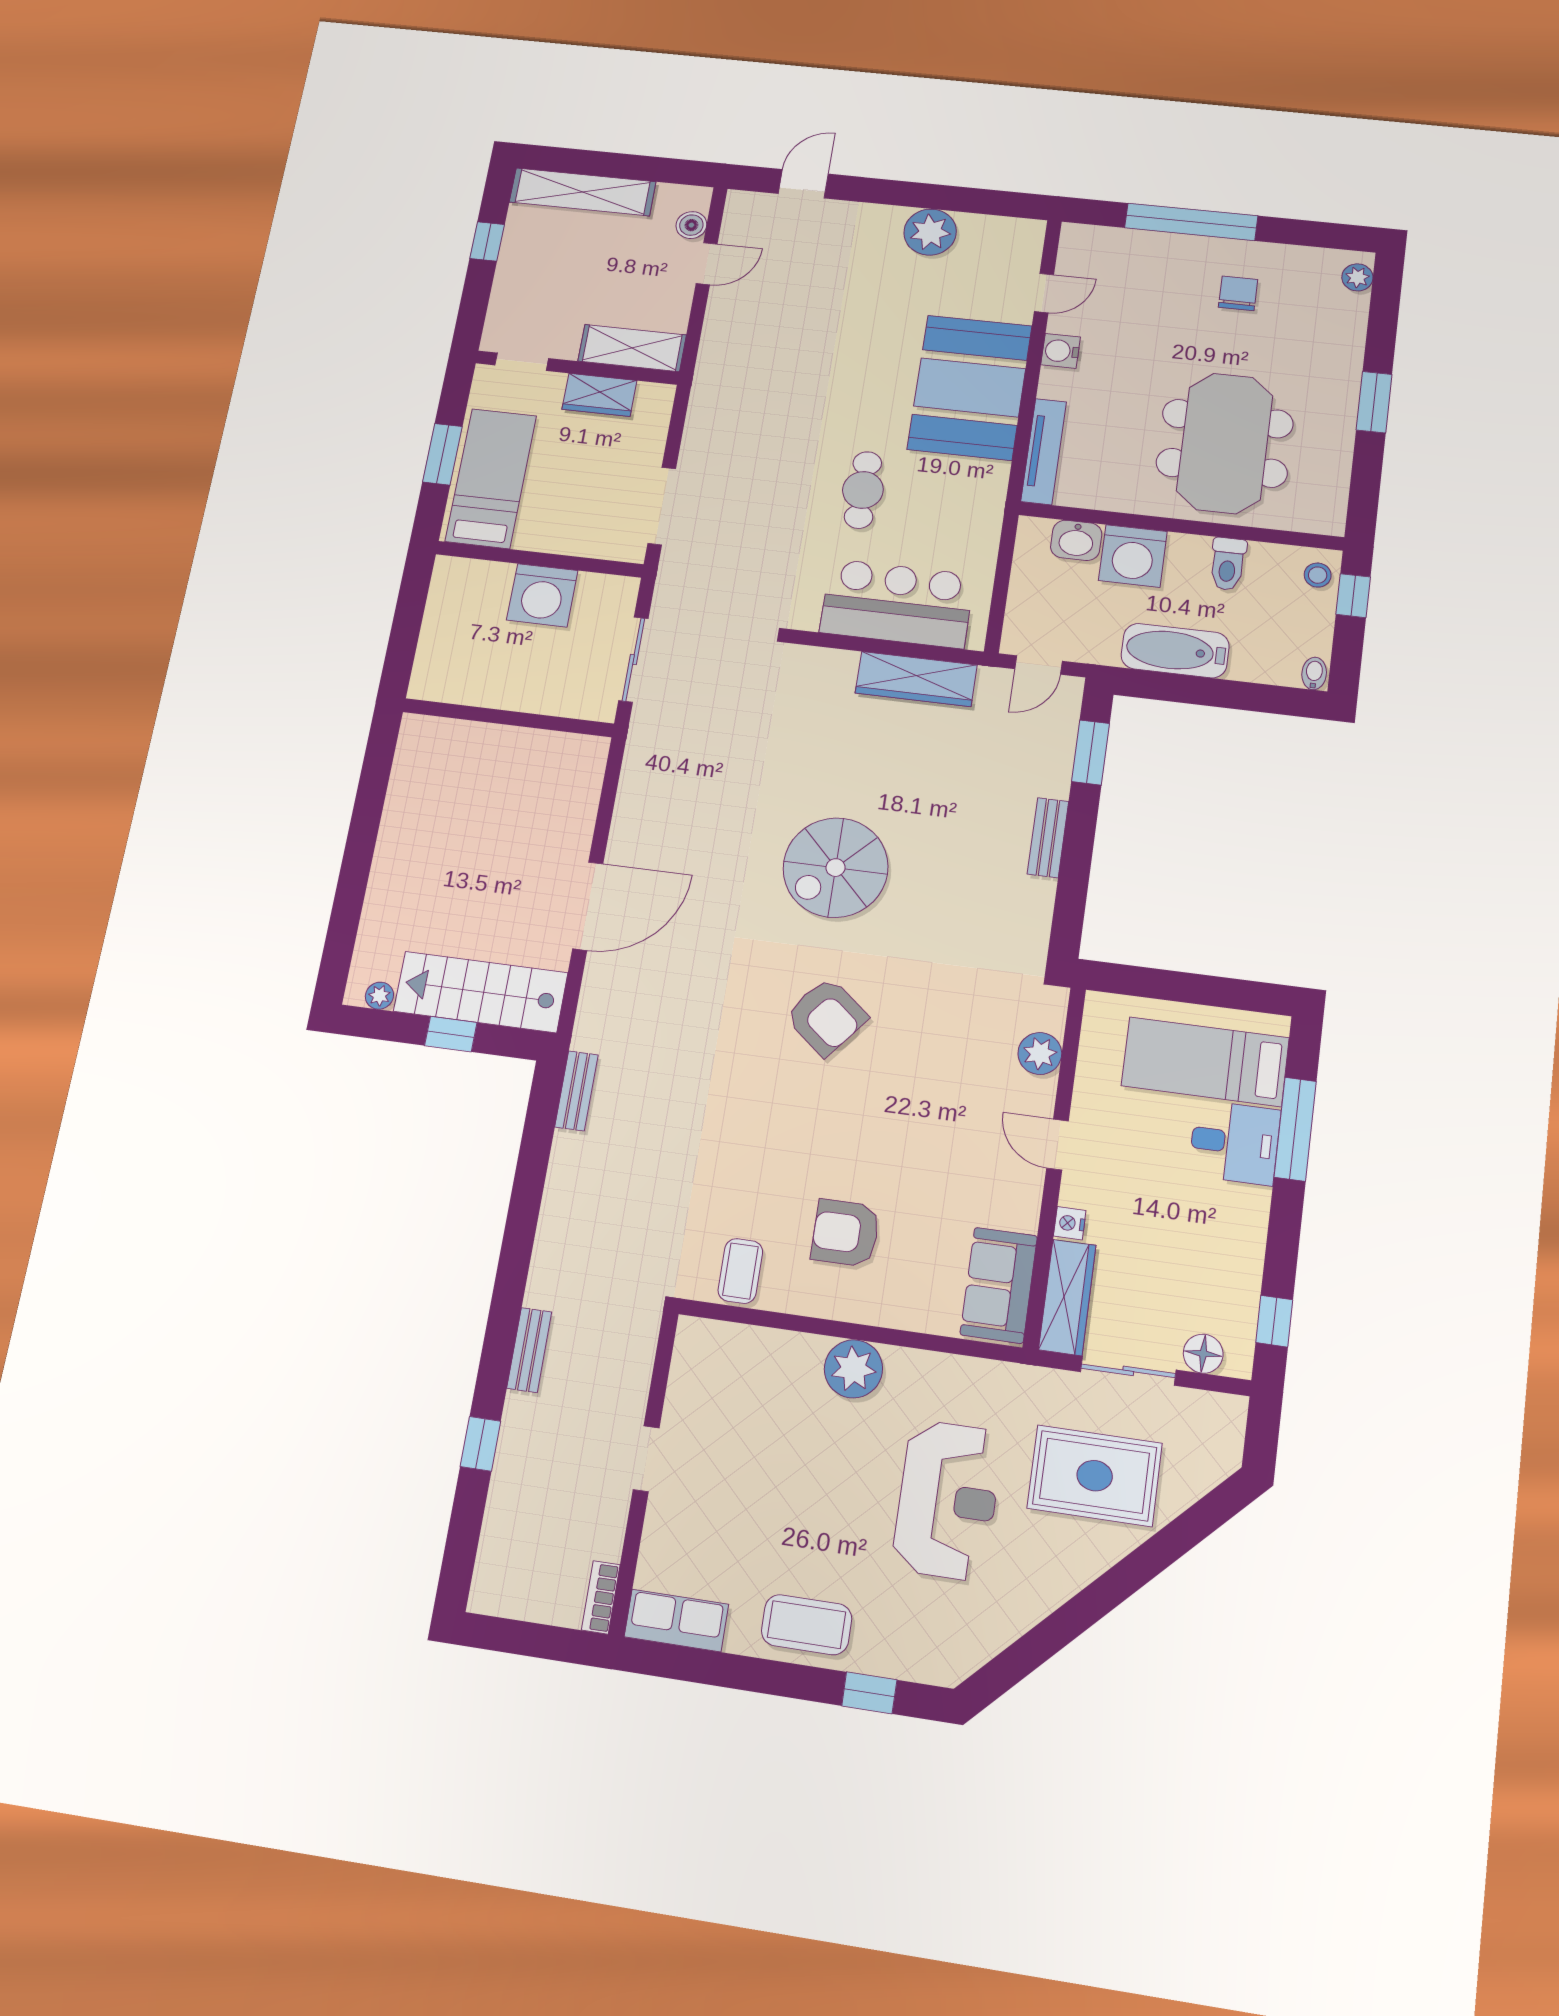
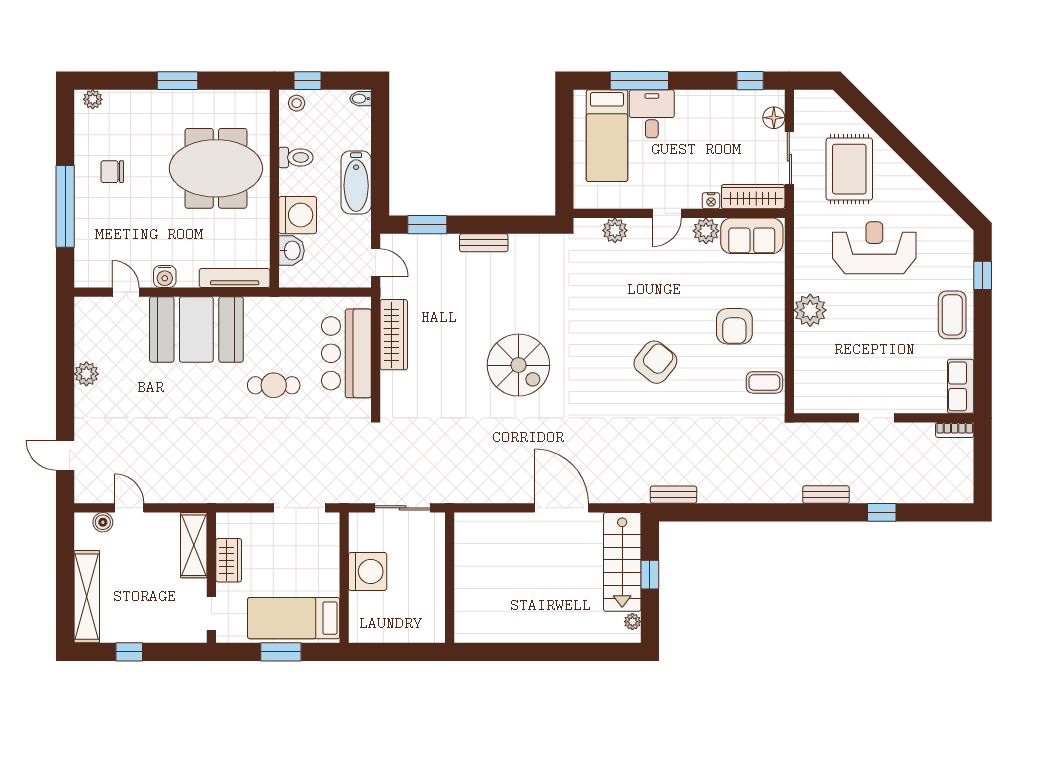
plant: (930, 232) -> (86, 374), width x0.73, depth x0.73
armchair: (826, 1016) -> (655, 362), moved
plant: (1018, 1207) -> (706, 231), added

